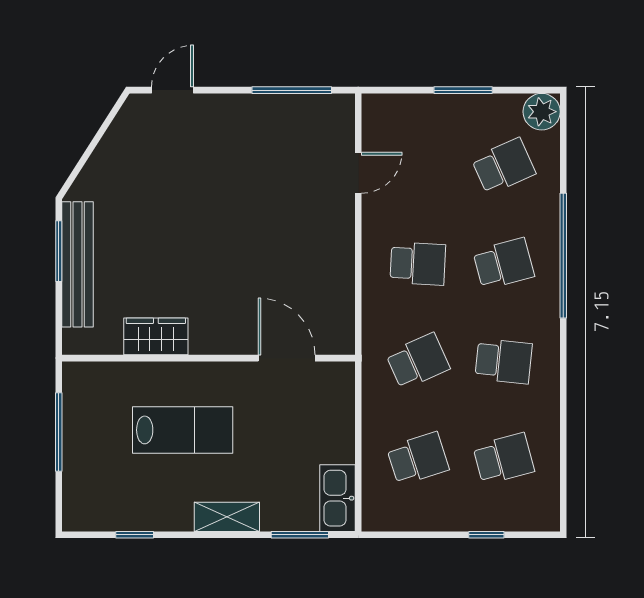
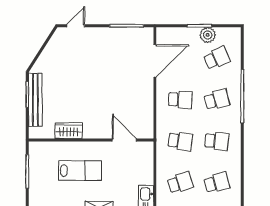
plant: (542, 112) -> (208, 35), moved
door: (358, 173) -> (155, 61), width x1.87
school desk: (418, 361) -> (180, 141), turned 33

